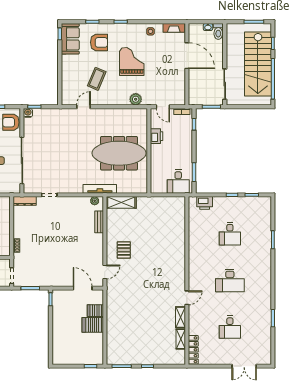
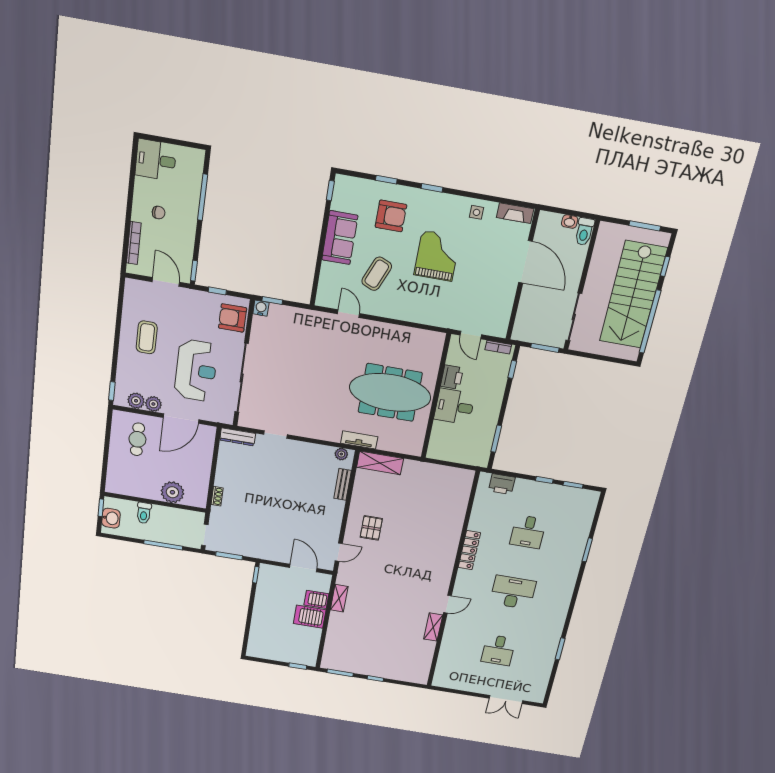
sofa: (70, 39) -> (340, 238), moved
plant: (136, 99) -> (431, 316), removed
door: (84, 107) -> (349, 314), hinge flipped
desk: (178, 182) -> (454, 407), moved, turned 90
tv unit: (100, 189) -> (359, 440), width x0.71
desk: (230, 280) -> (513, 592), turned 180
shelving: (181, 339) -> (339, 598), moved
locker: (193, 350) -> (469, 550), moved

